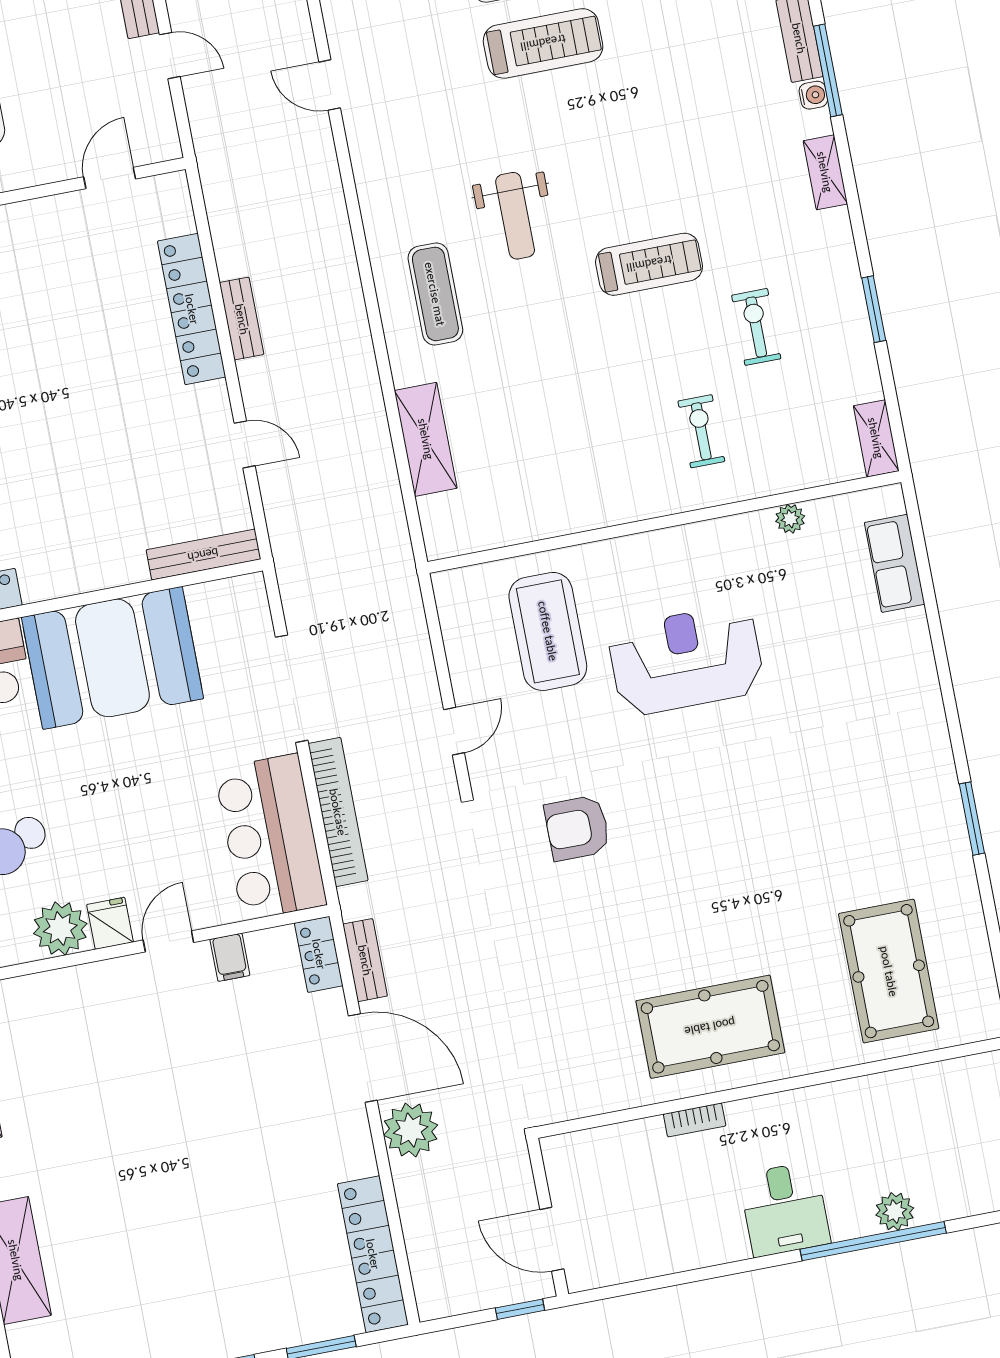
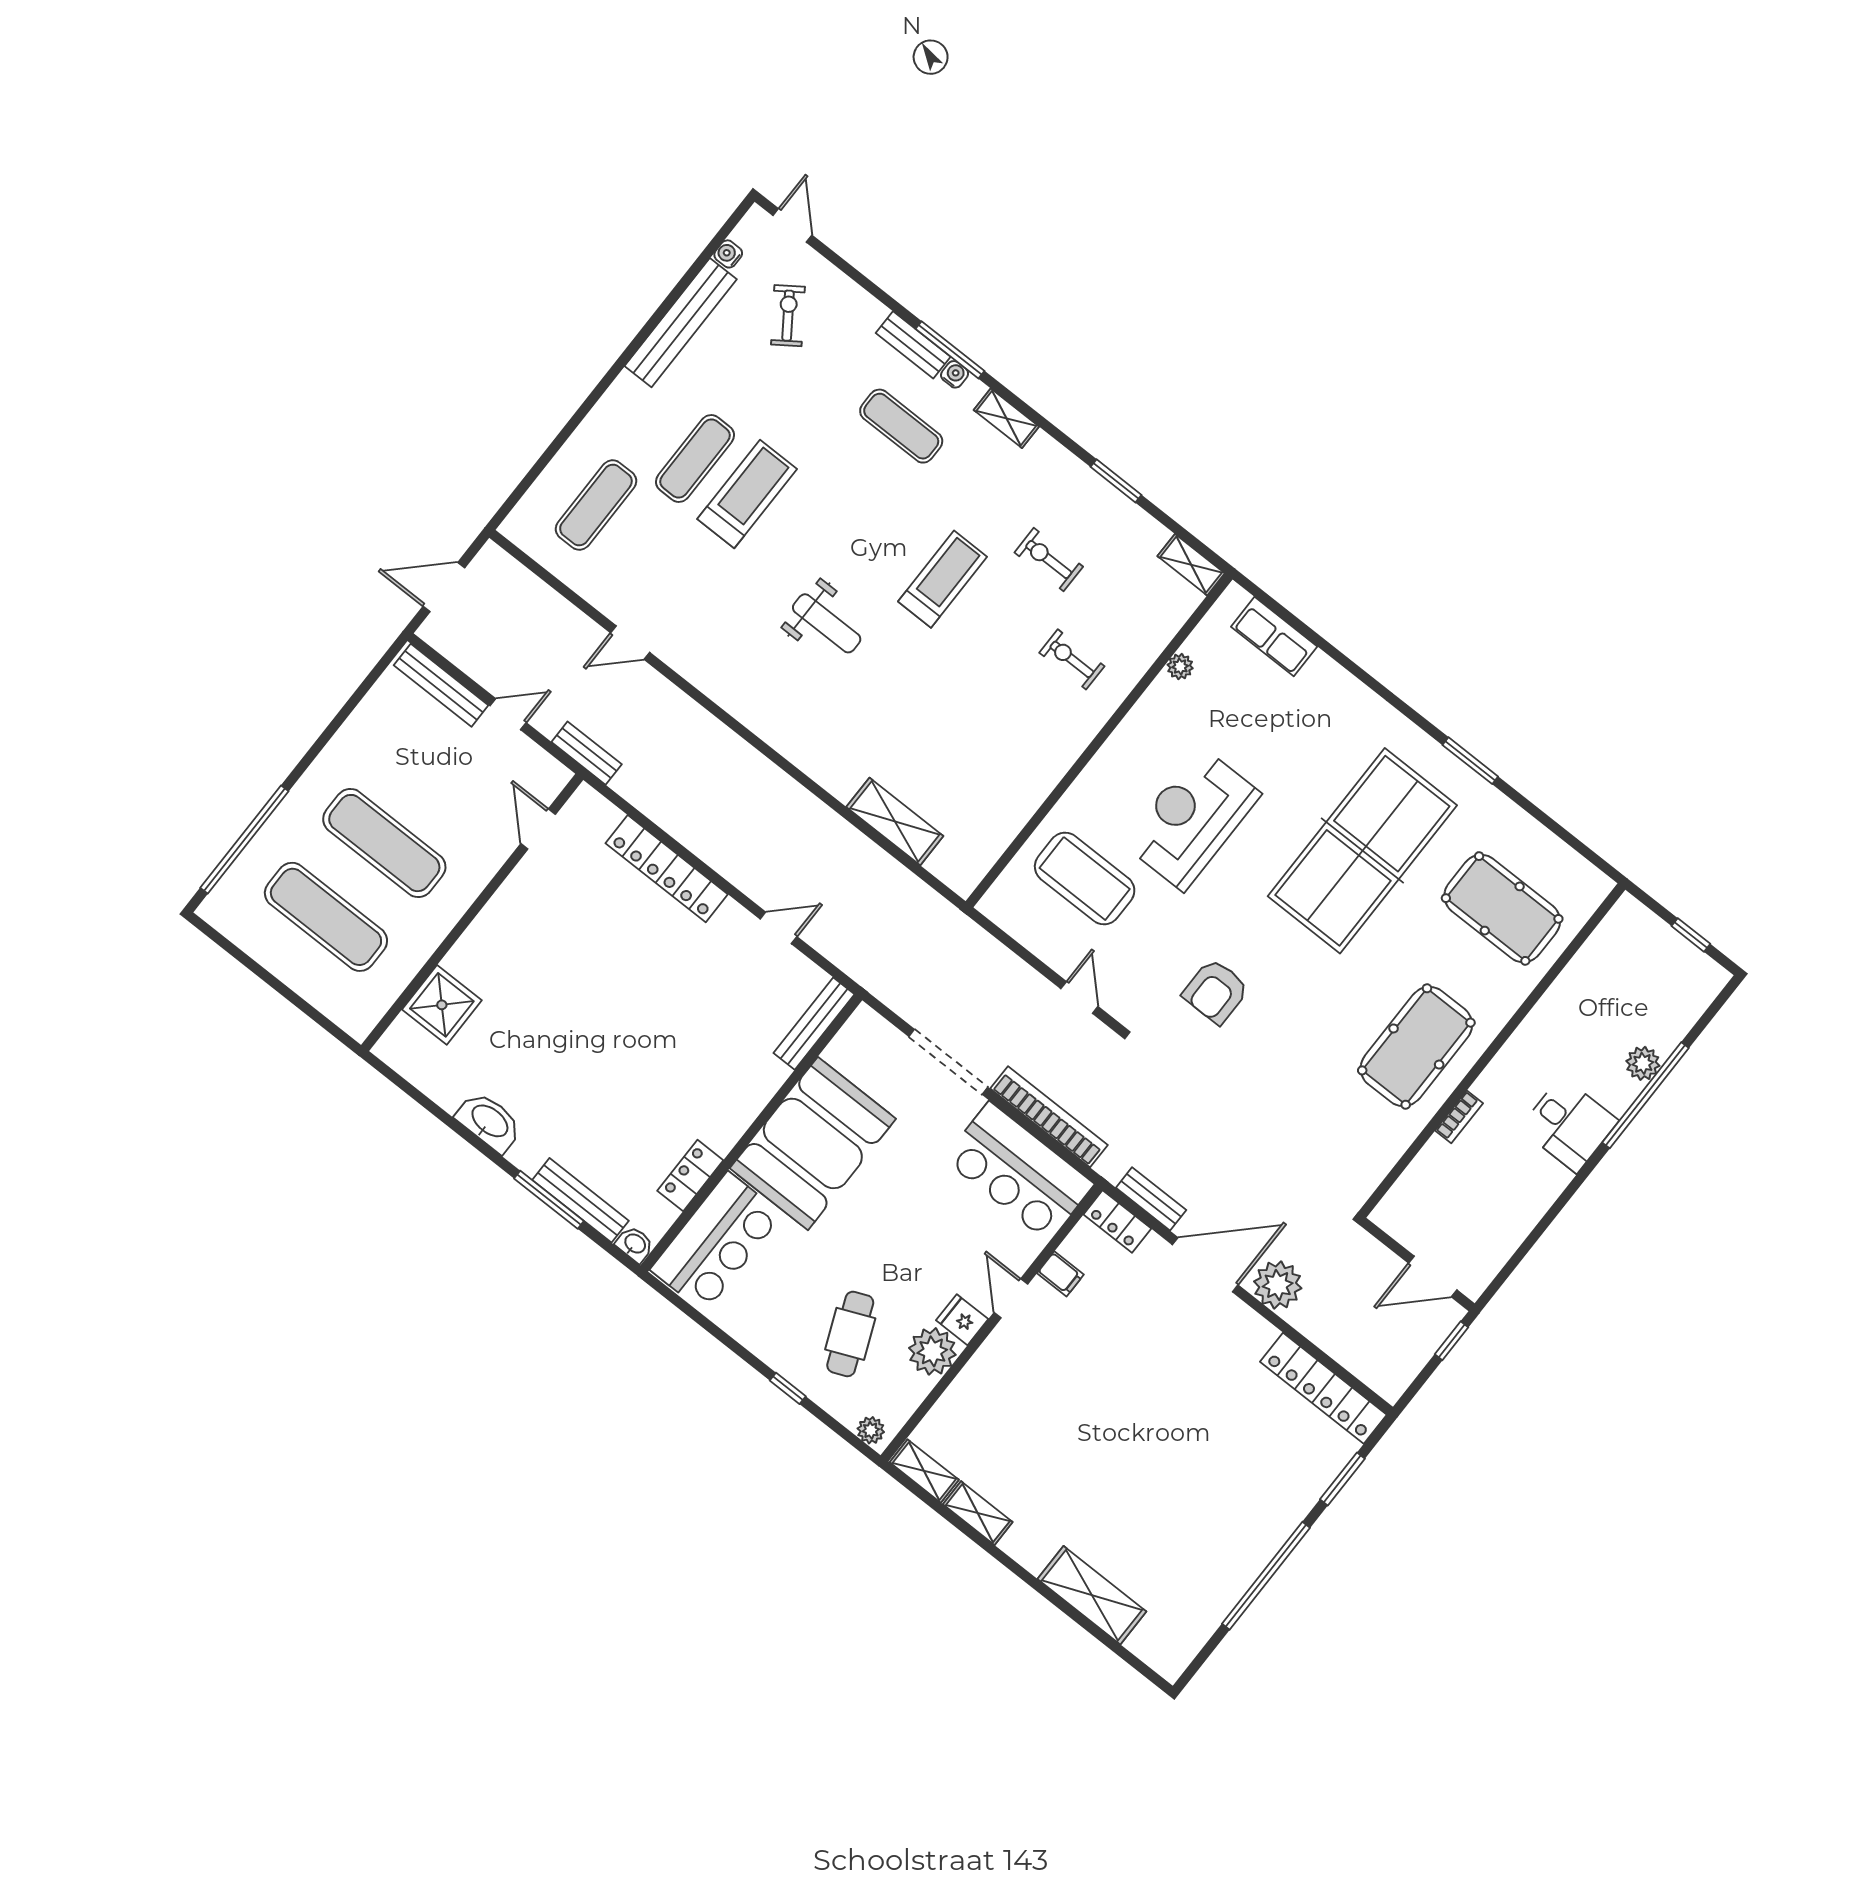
exercise mat: (435, 294) -> (901, 426), moved
bench: (242, 319) -> (587, 753), moved
table tennis table: (810, 816) -> (1362, 851), added

